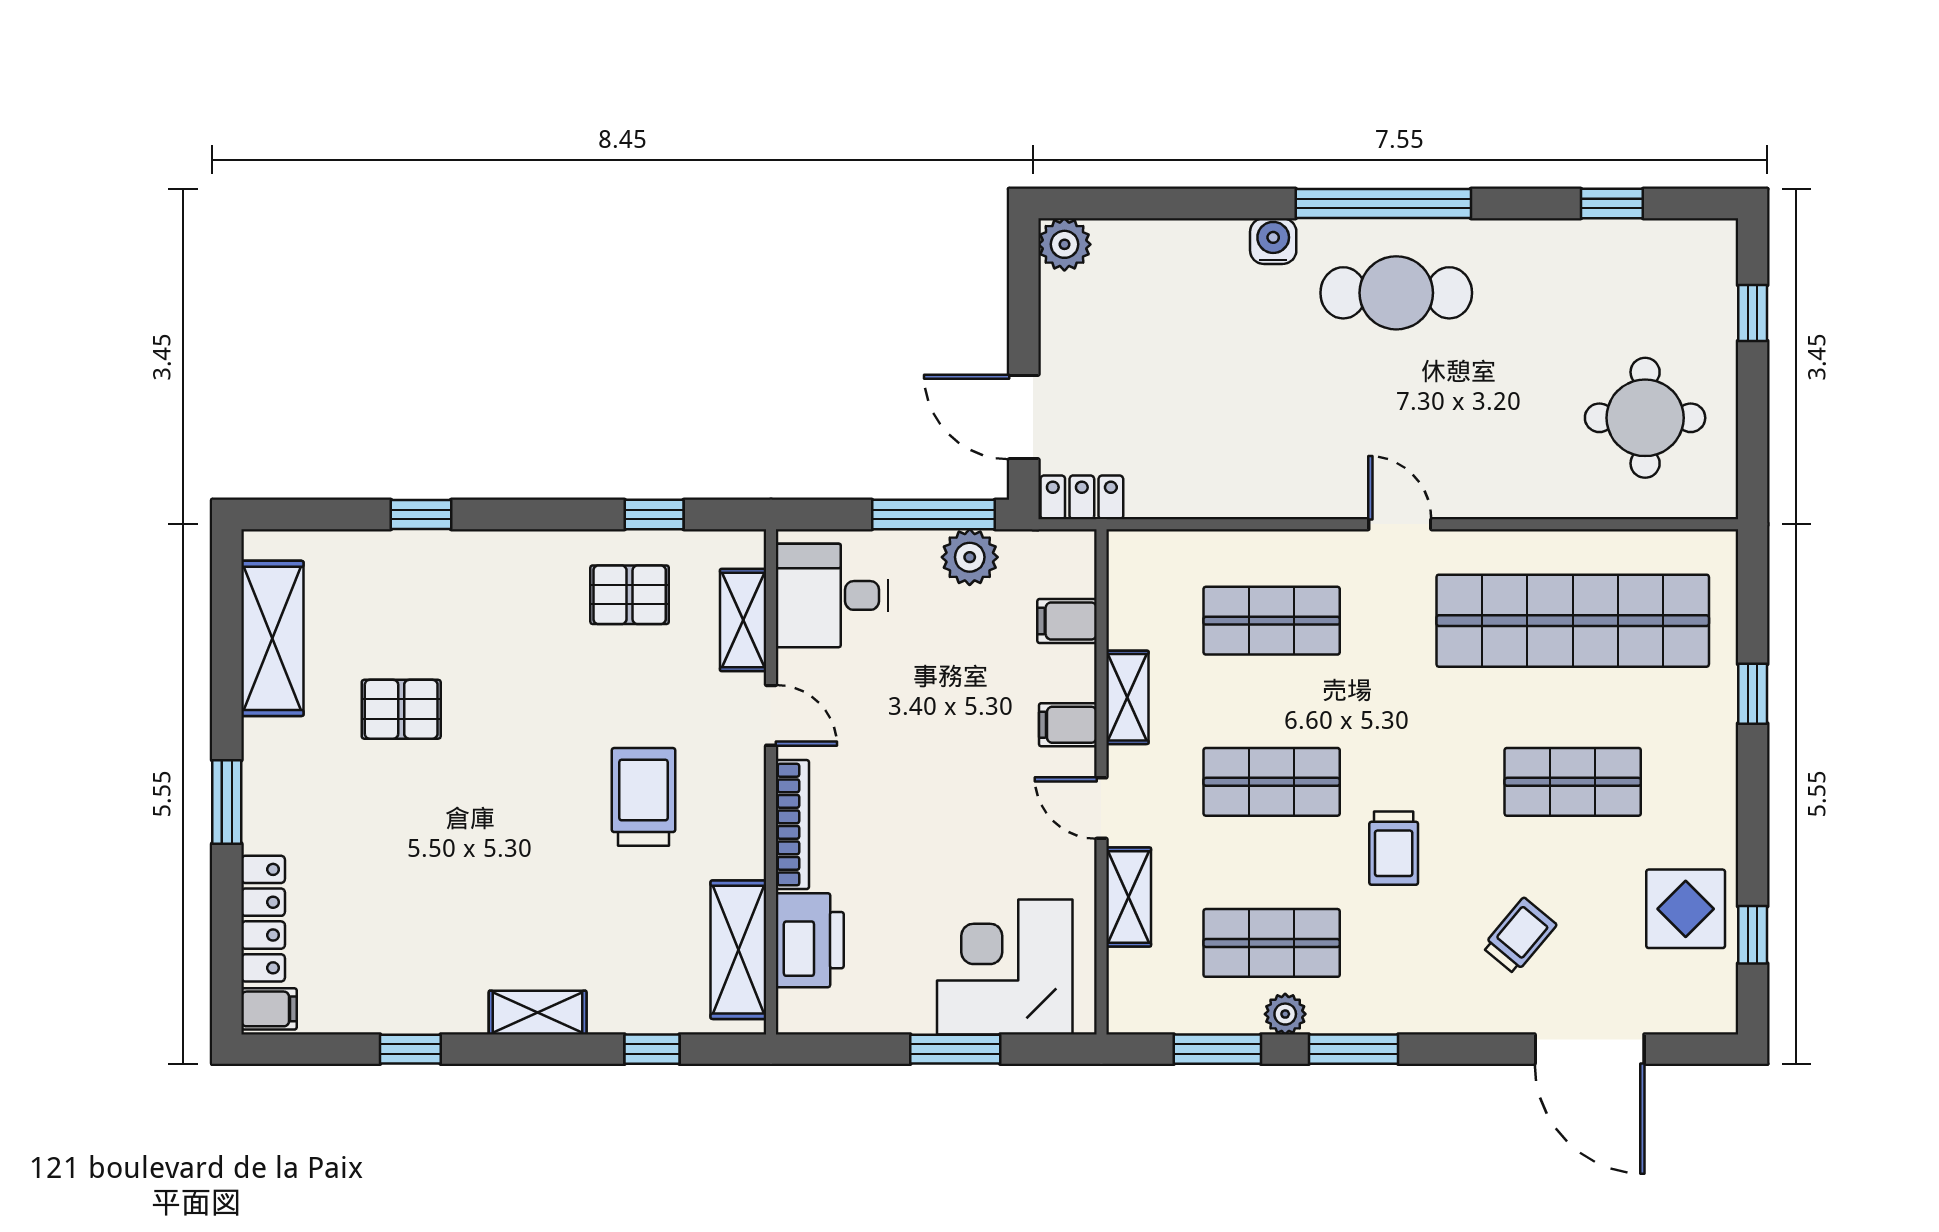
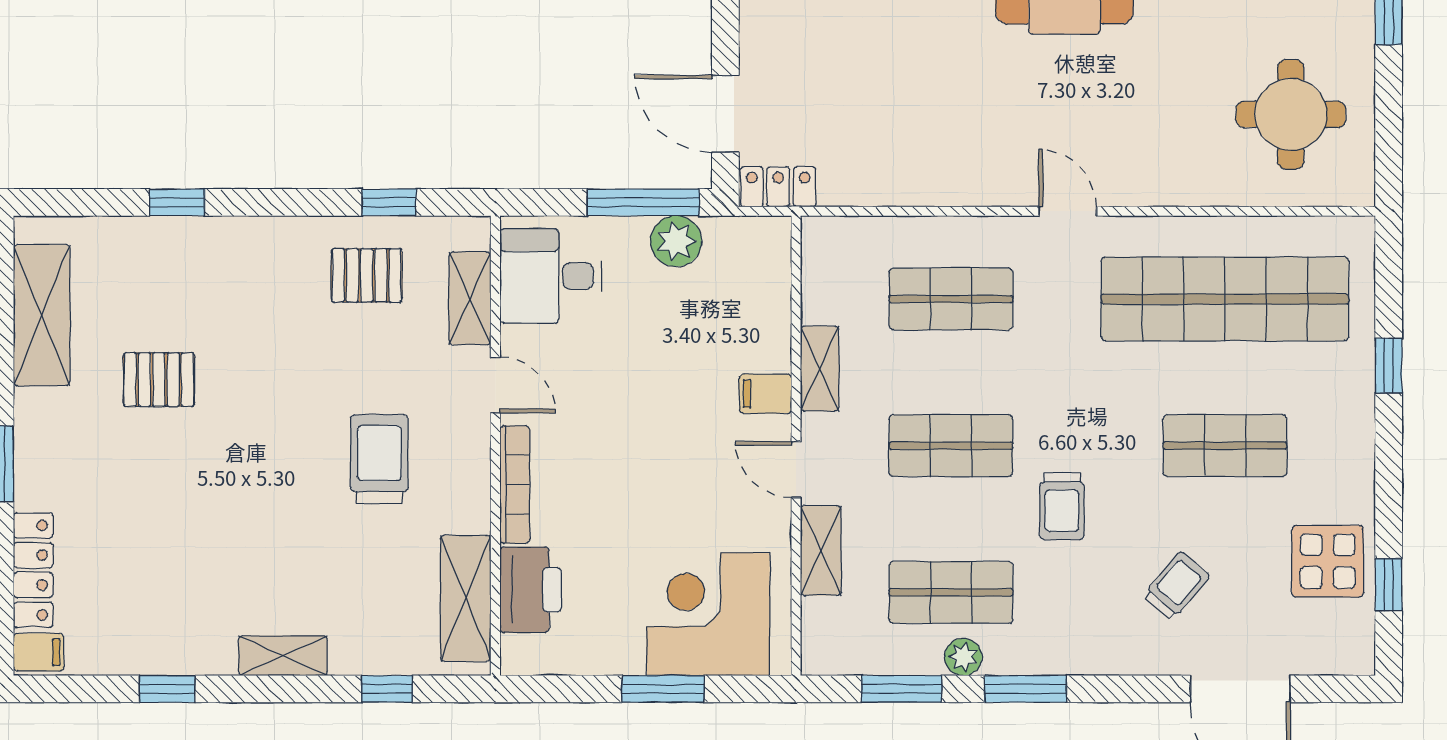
filing cabinet: (1067, 621) -> (765, 299), removed

